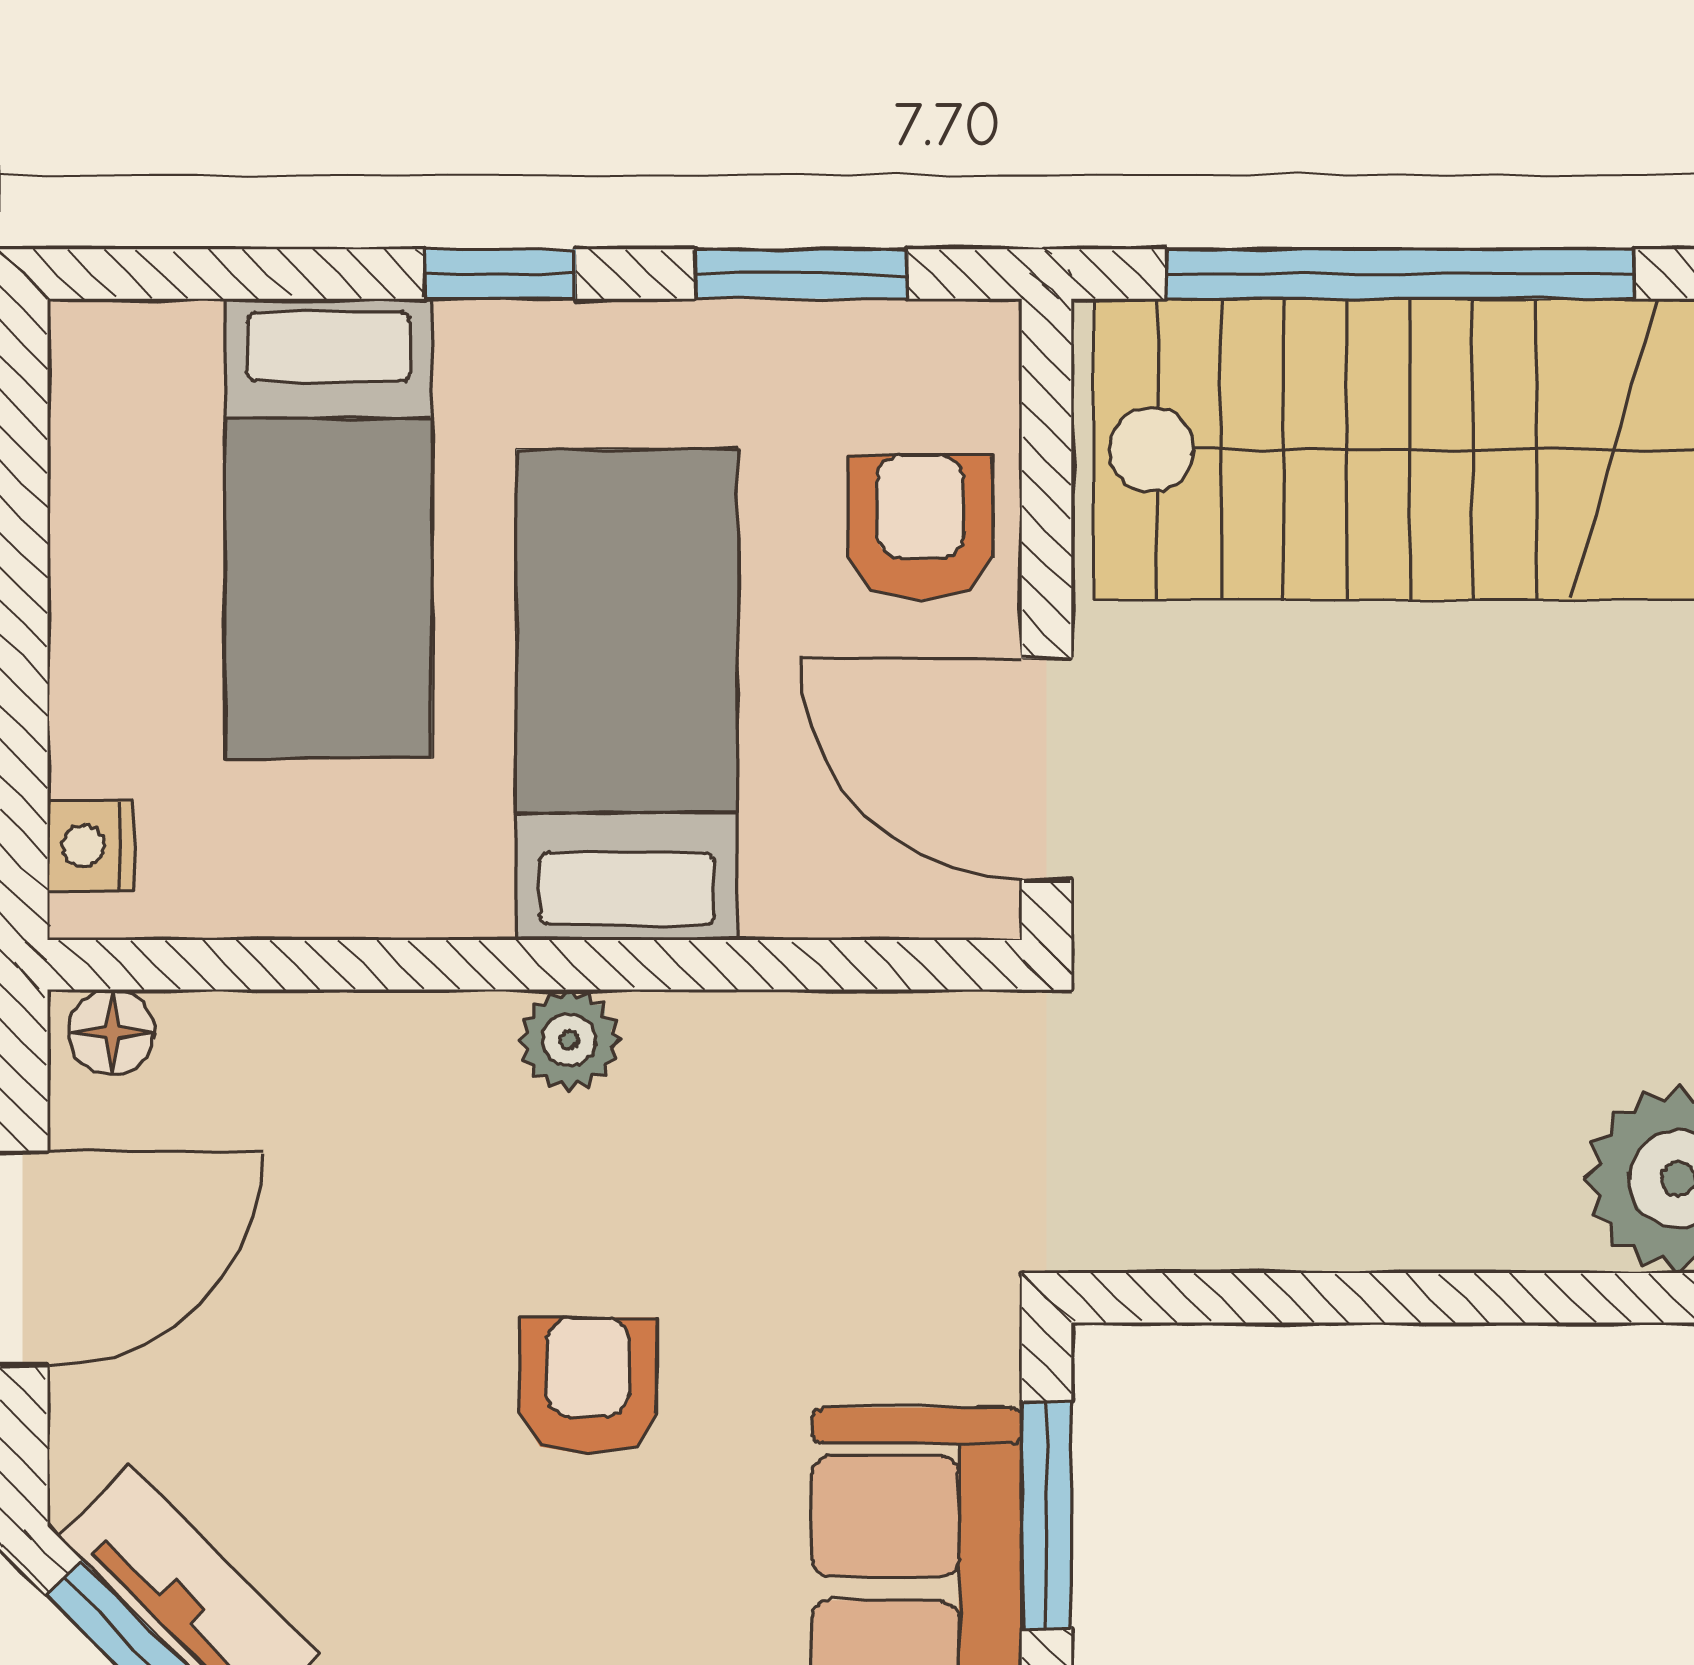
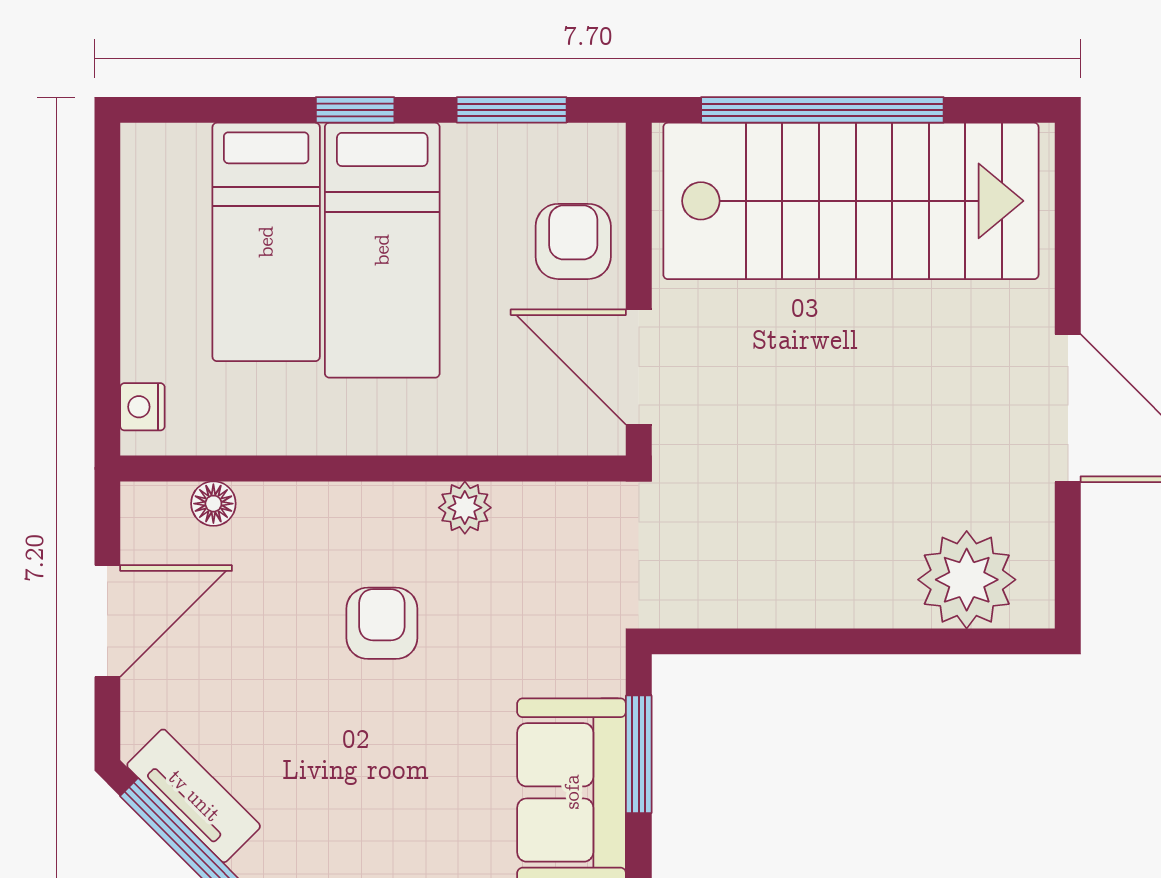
bed: (627, 695) -> (382, 250), moved, turned 180
floor lamp: (112, 1032) -> (213, 504), moved
plant: (569, 1040) -> (465, 508), moved
armchair: (588, 1386) -> (382, 623), moved

